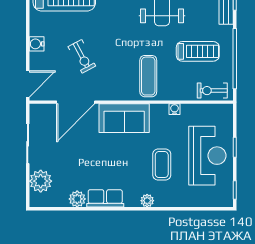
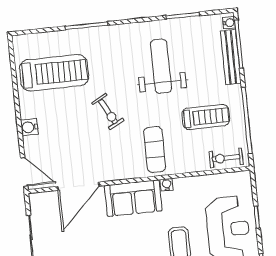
exercise bike: (82, 56) -> (108, 112), moved
door: (28, 84) -> (24, 172), hinge flipped
water cooler: (174, 109) -> (167, 185), moved

